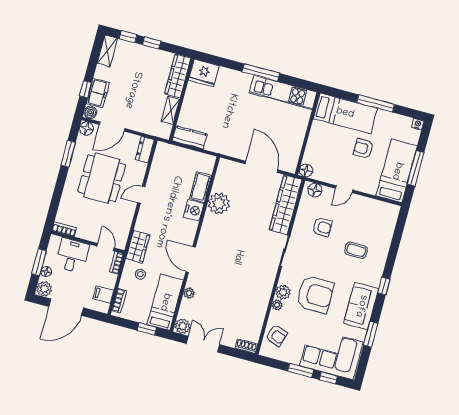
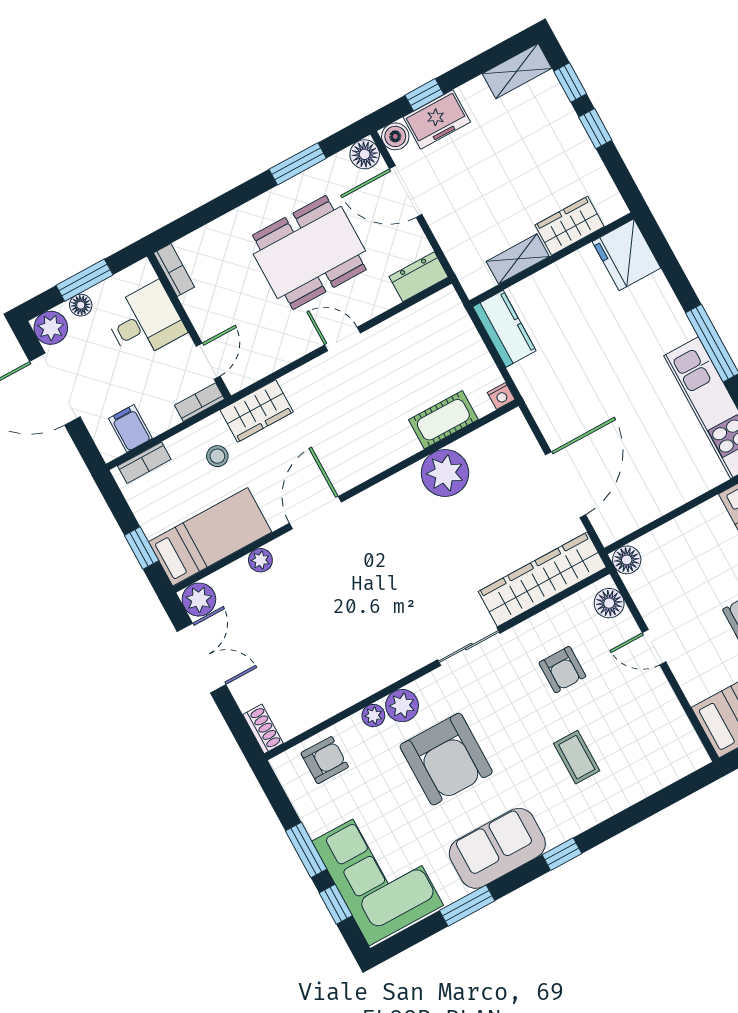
wardrobe: (178, 76) -> (570, 226), width x0.67
nightstand: (194, 210) -> (501, 396), moved, width x0.53, depth x0.56
armchair: (276, 335) -> (325, 760), turned -108

